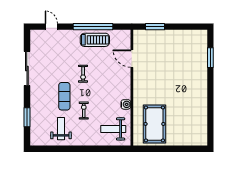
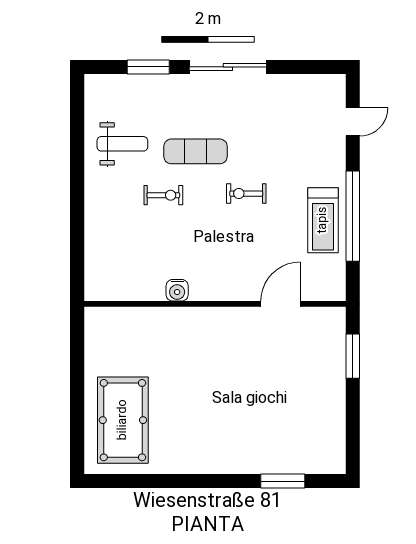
sliding door: (27, 68) -> (228, 67), moved
pool table: (154, 124) -> (123, 420), moved, turned 90
weight bench: (113, 129) -> (122, 262), removed

